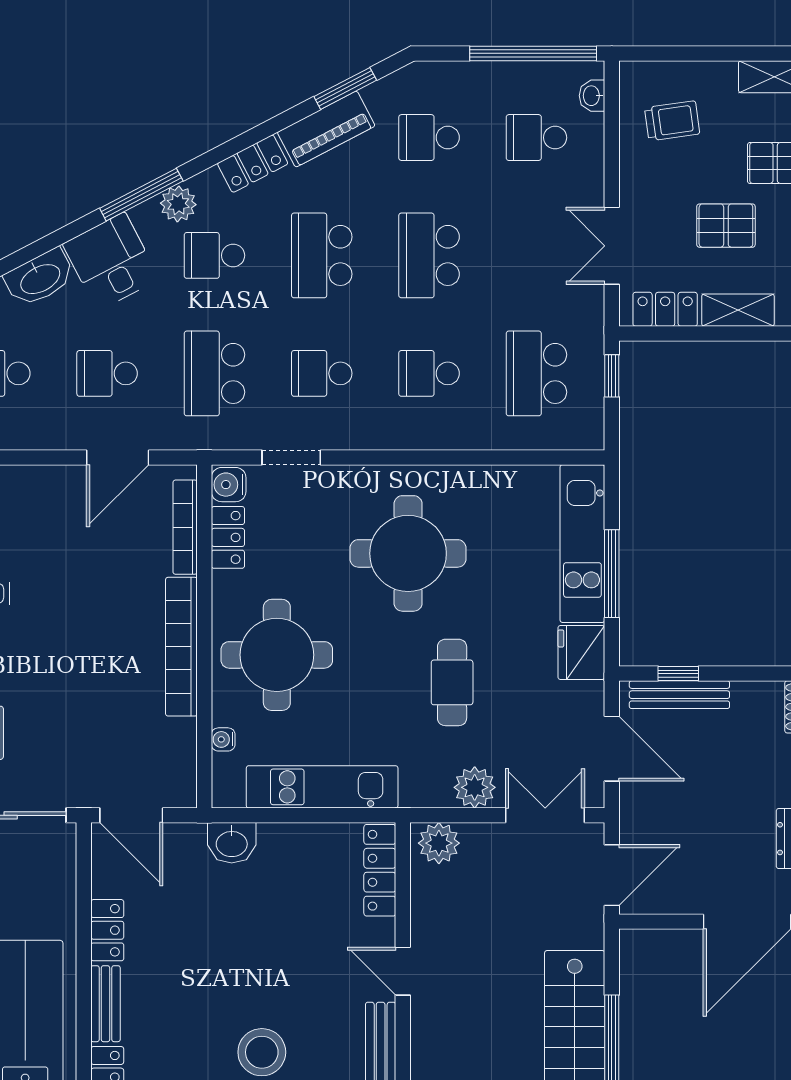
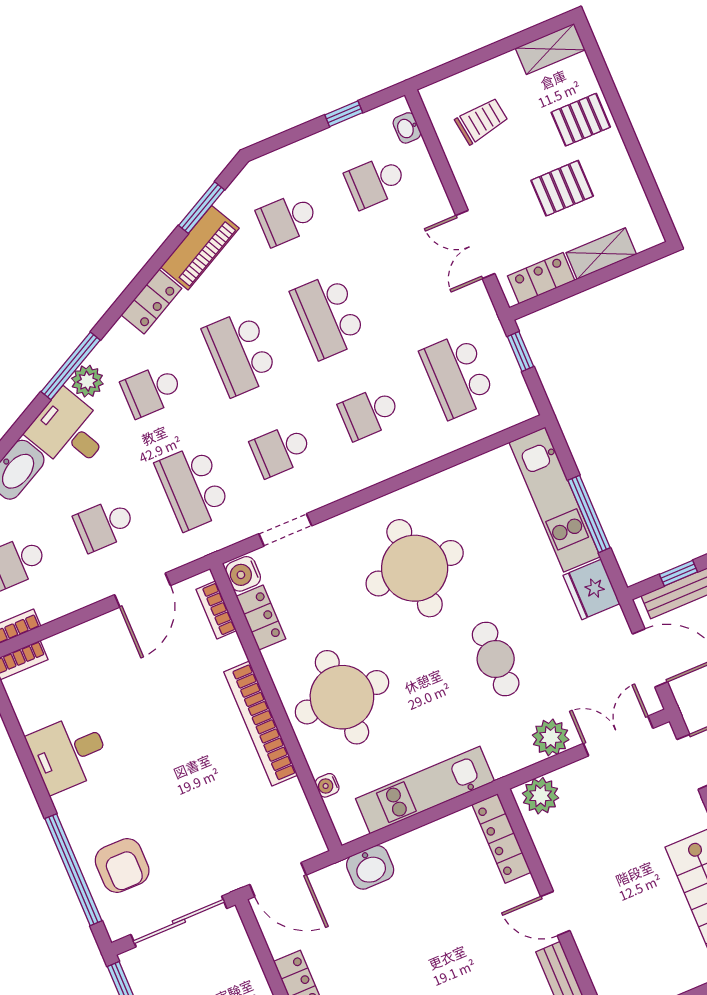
window: (533, 53) -> (344, 114), width x0.32
plant: (178, 204) -> (87, 381), moved
bookcase: (185, 527) -> (216, 610), width x0.64

